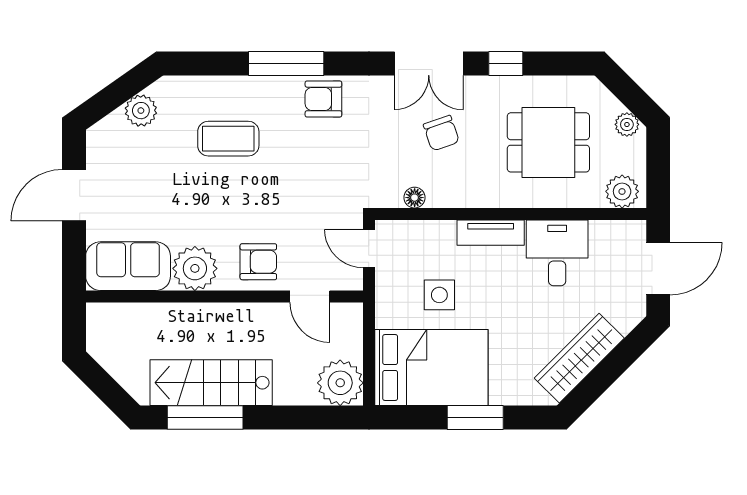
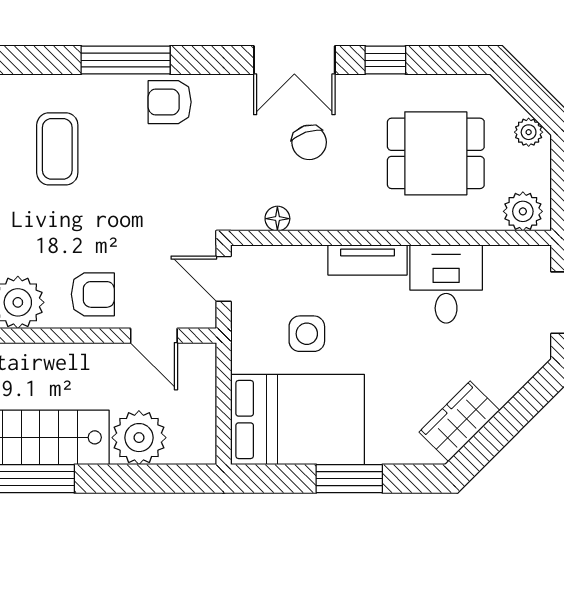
coffee table: (228, 139) -> (57, 149), turned 90
wardrobe: (579, 358) -> (459, 421), width x0.67
plant: (340, 383) -> (139, 438), moved

